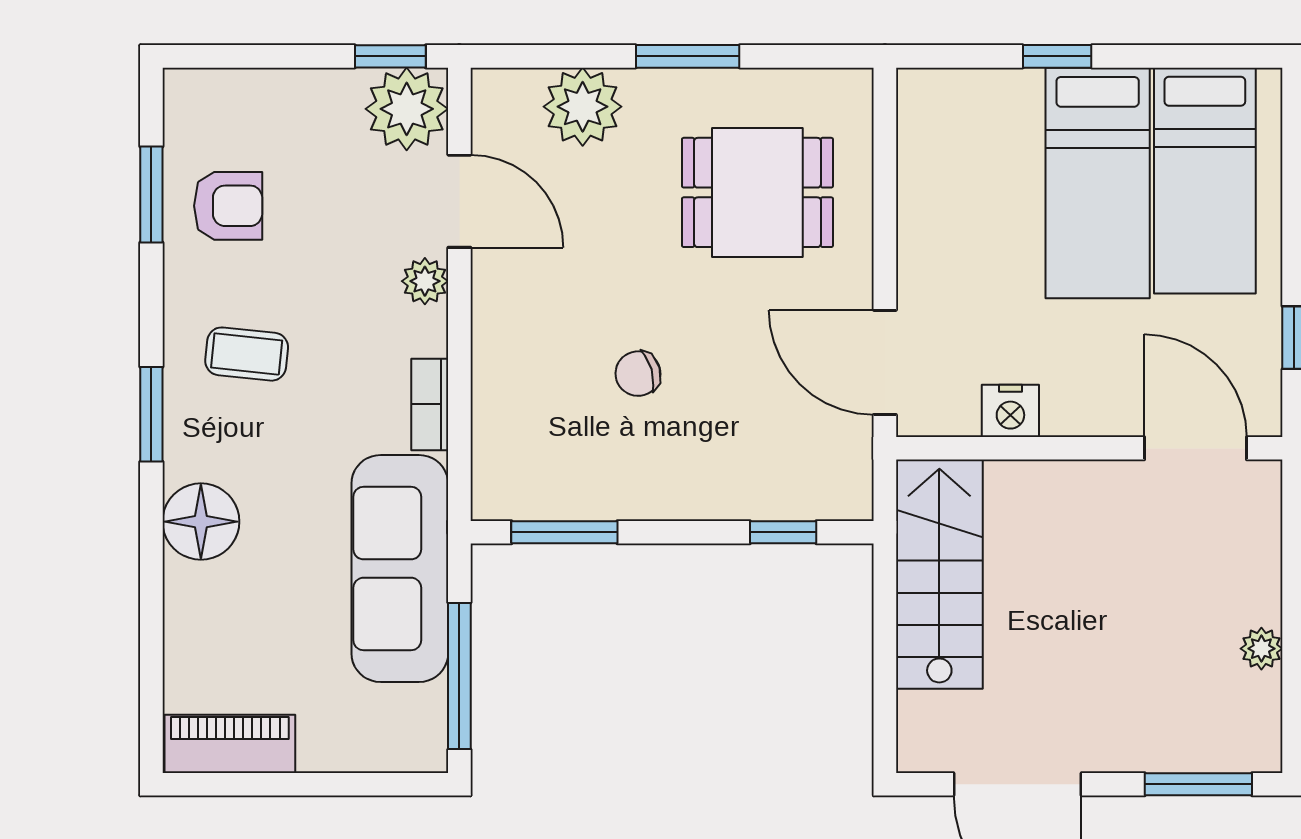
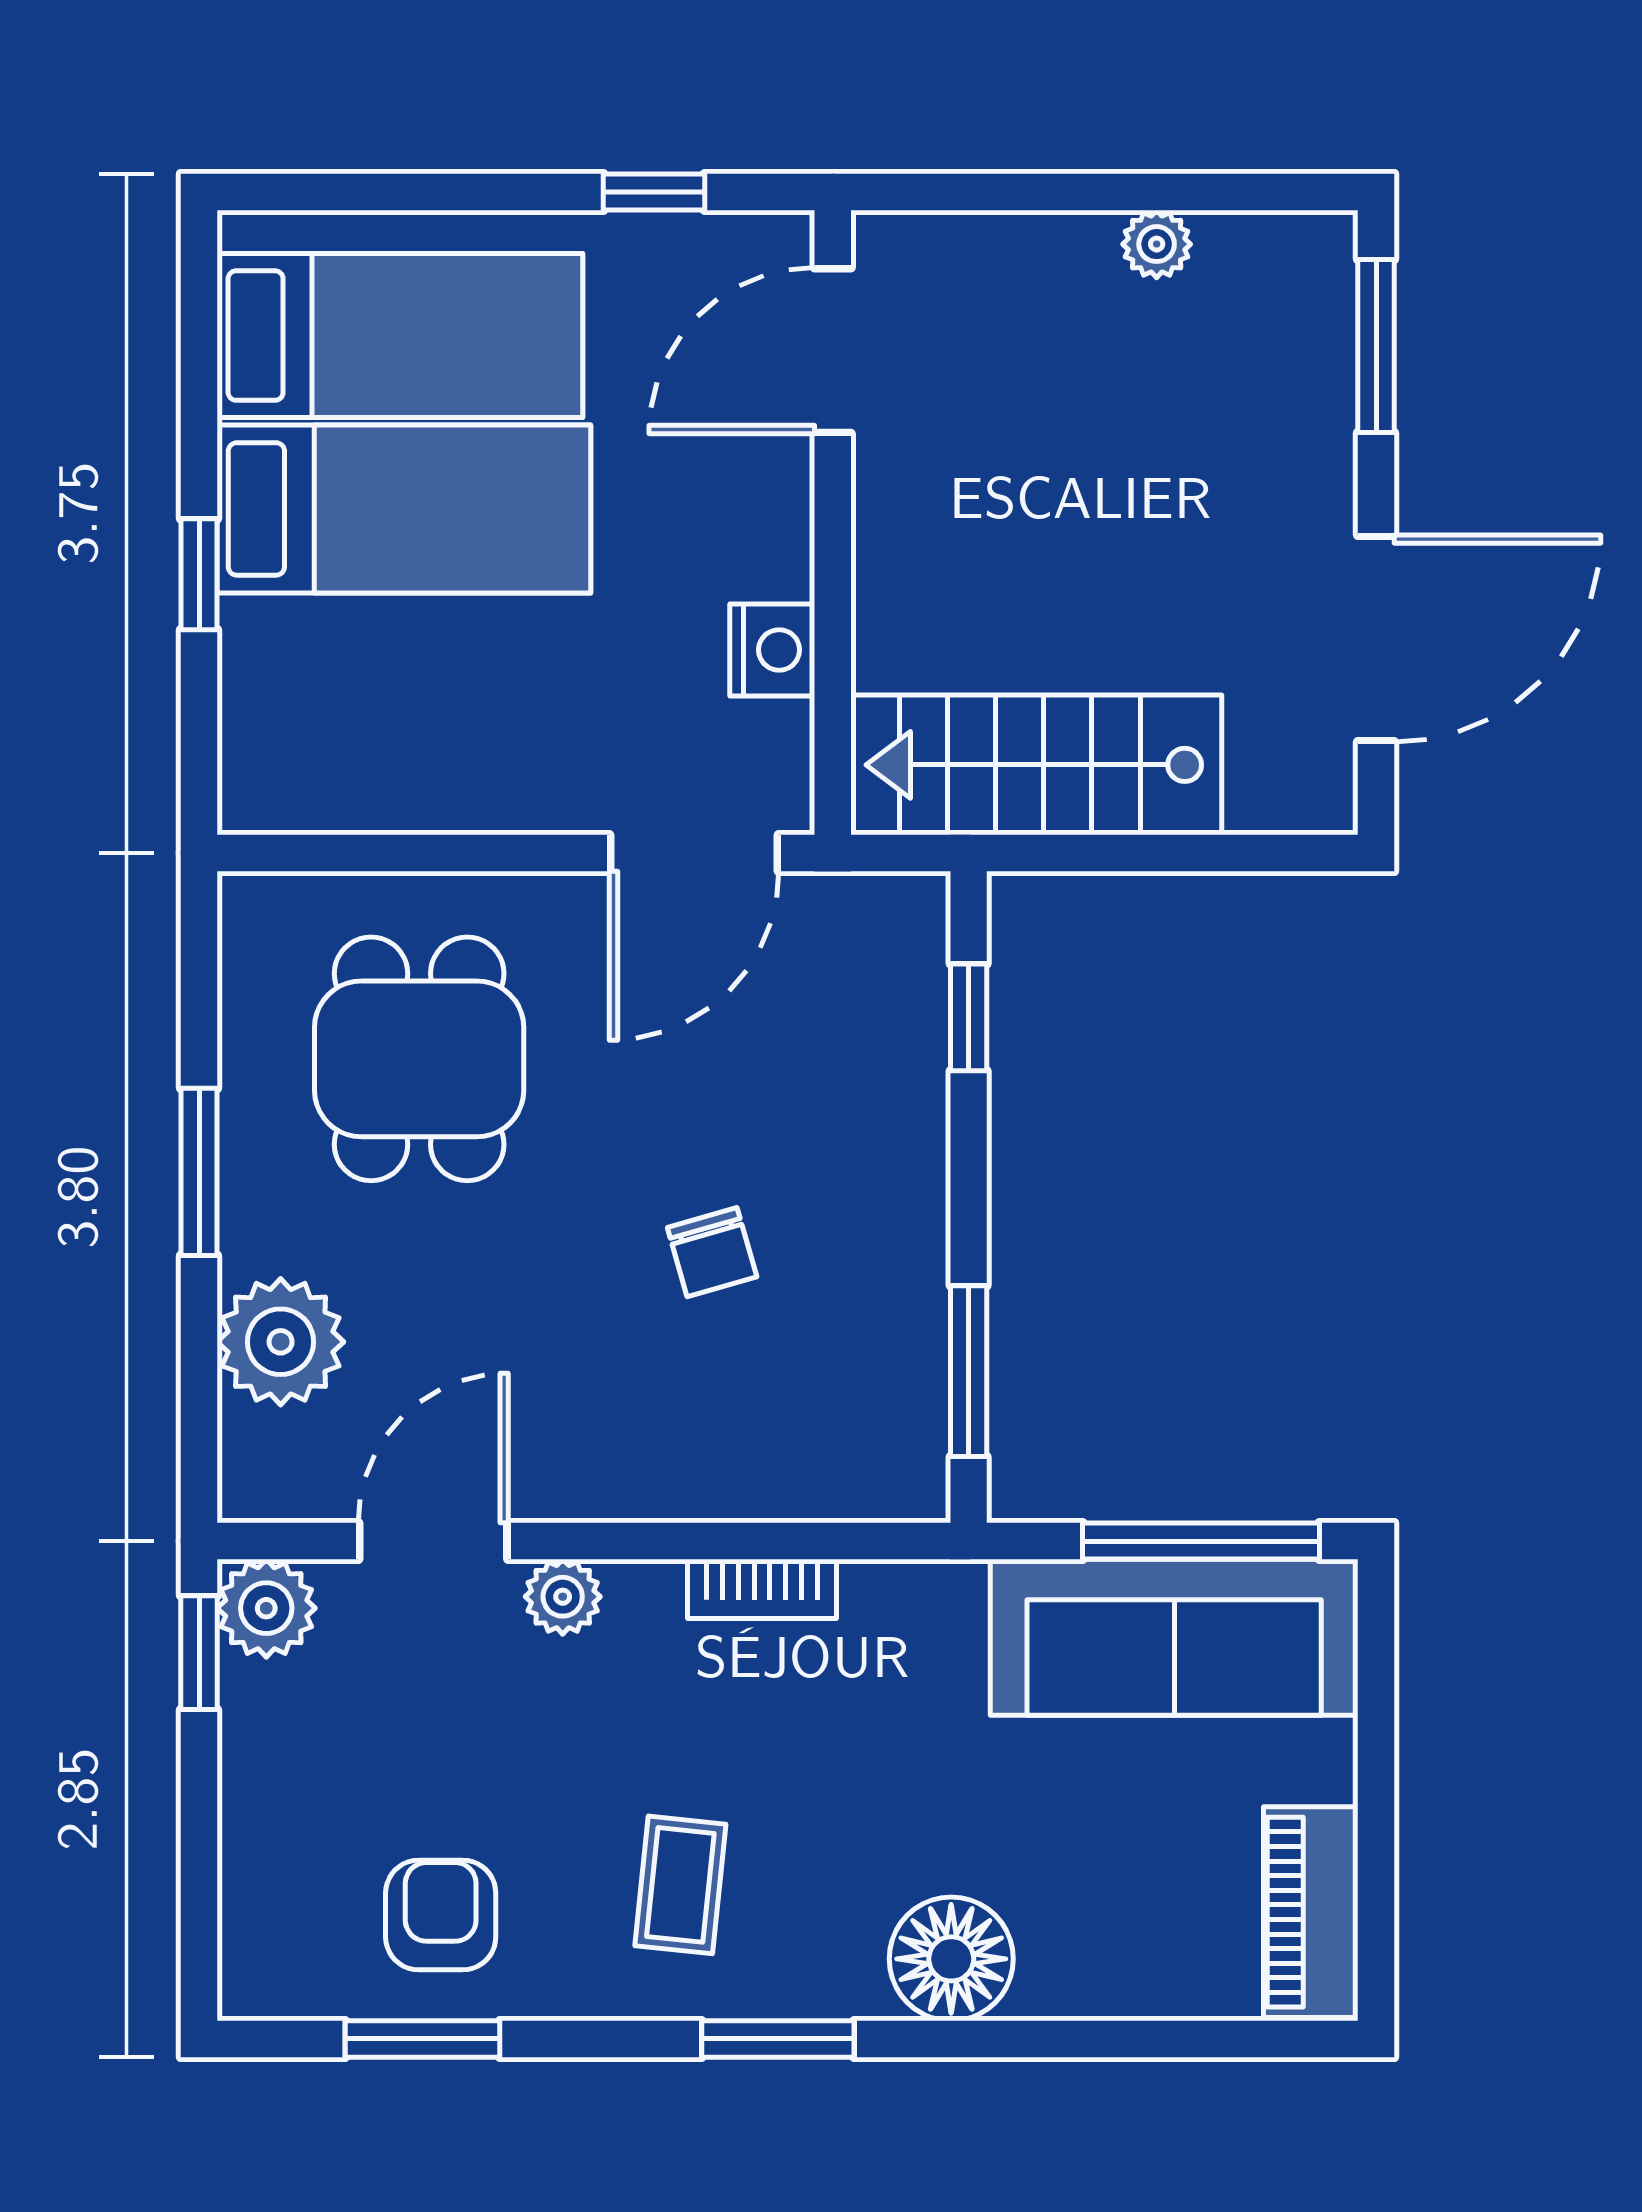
plant: (407, 109) -> (266, 1608), width x0.73, depth x0.73
sofa: (400, 569) -> (1174, 1637), moved

